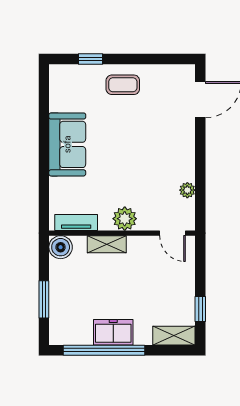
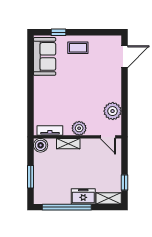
sofa: (67, 144) -> (45, 56), moved
plant: (187, 190) -> (113, 111), width x1.88, depth x1.88
freezer: (113, 332) -> (83, 196), moved

